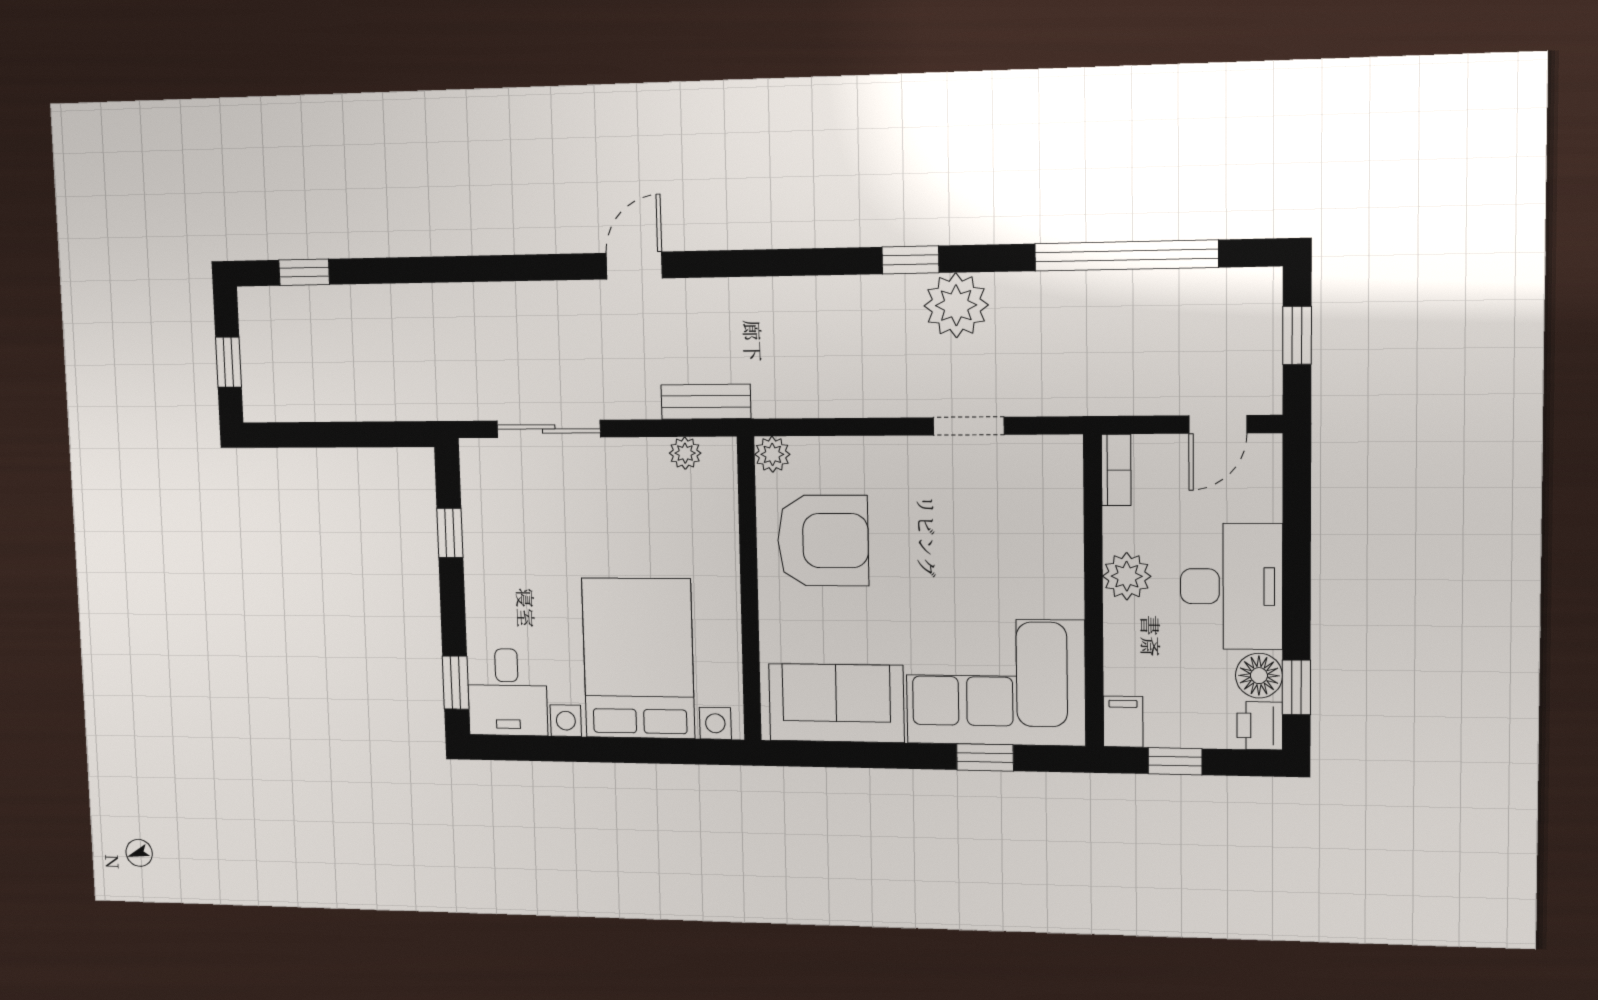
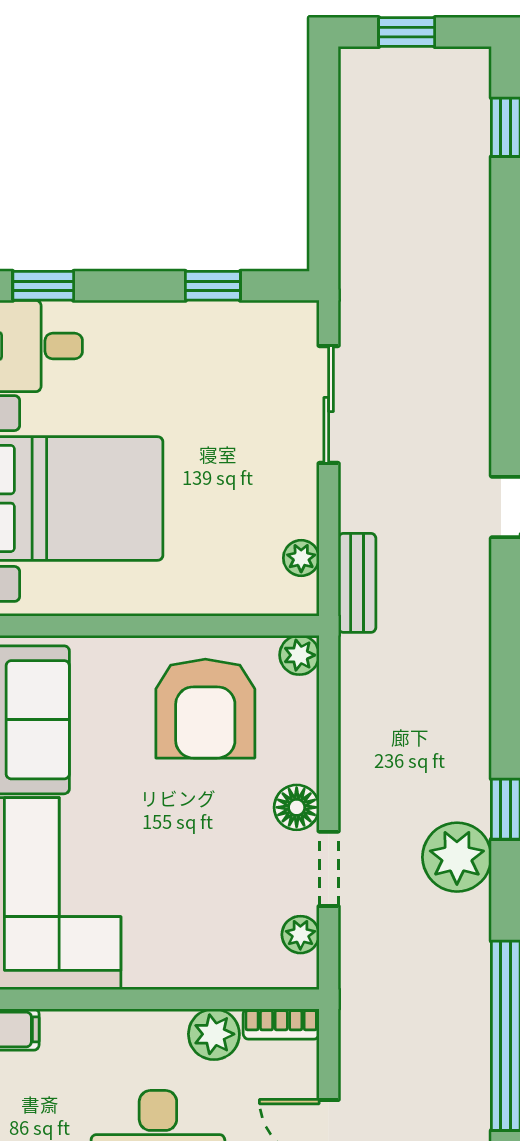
plant: (1031, 452) -> (300, 935), added
floor lamp: (912, 456) -> (297, 807), added
plant: (1127, 576) -> (214, 1034), moved

